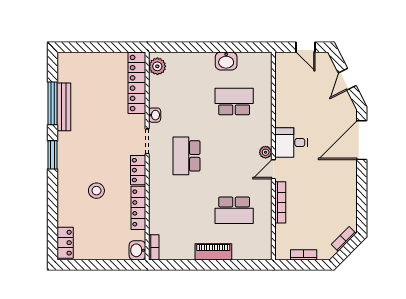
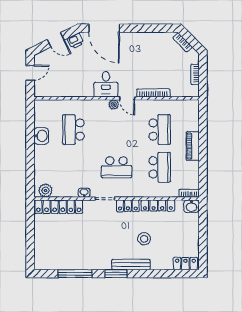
printer: (346, 104) -> (75, 41), added
bench: (64, 107) -> (131, 265), moved
school desk: (186, 210) -> (160, 167), added

